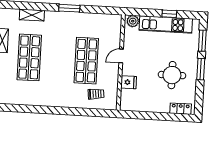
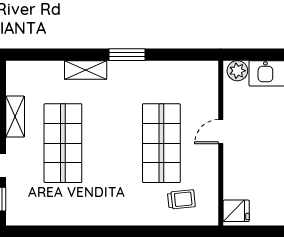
shelving: (32, 15) -> (86, 70), moved
fridge: (129, 82) -> (236, 211), moved

